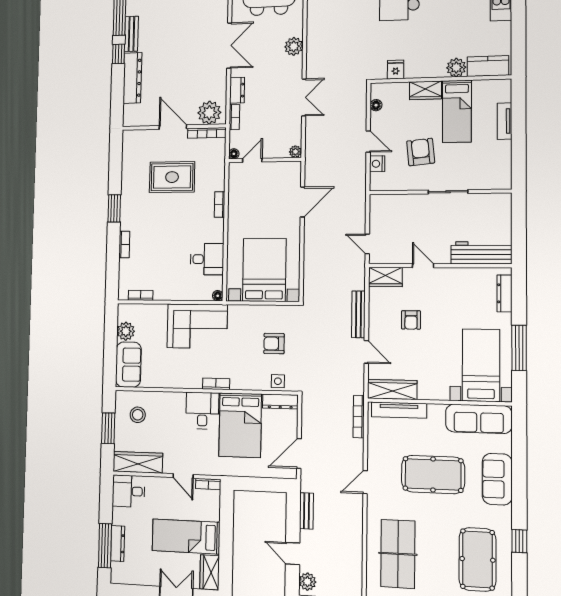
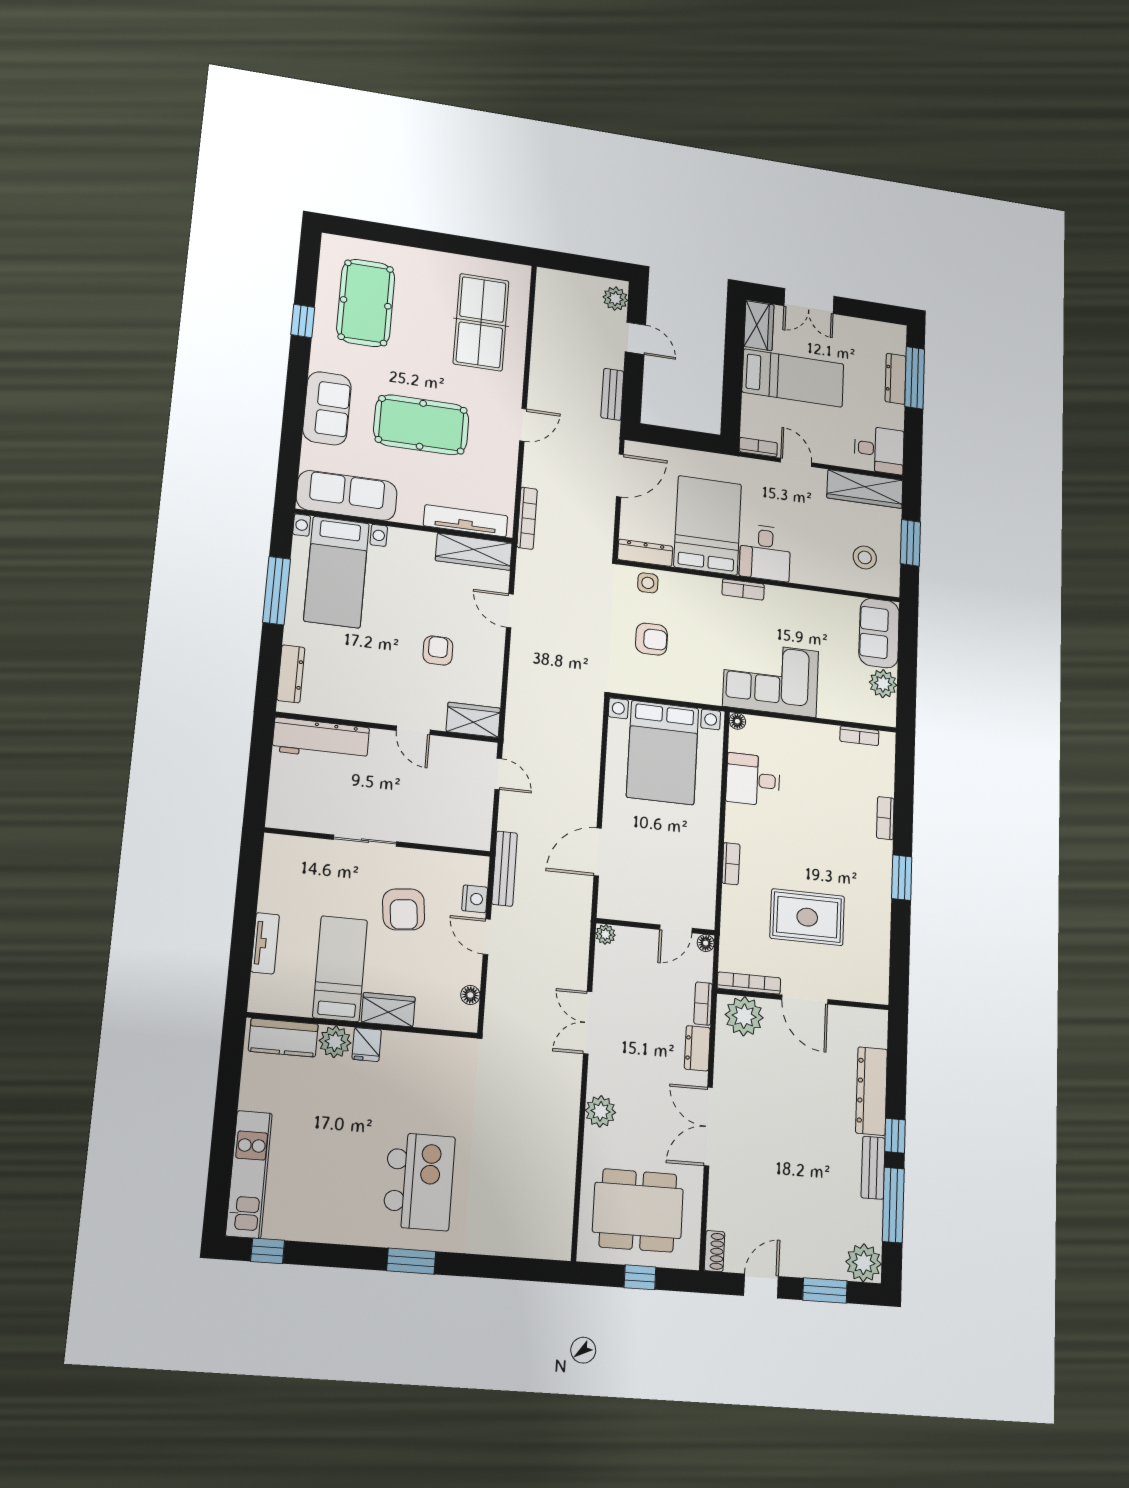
fridge: (396, 70) -> (367, 1045), moved
bench: (358, 314) -> (505, 869), moved

